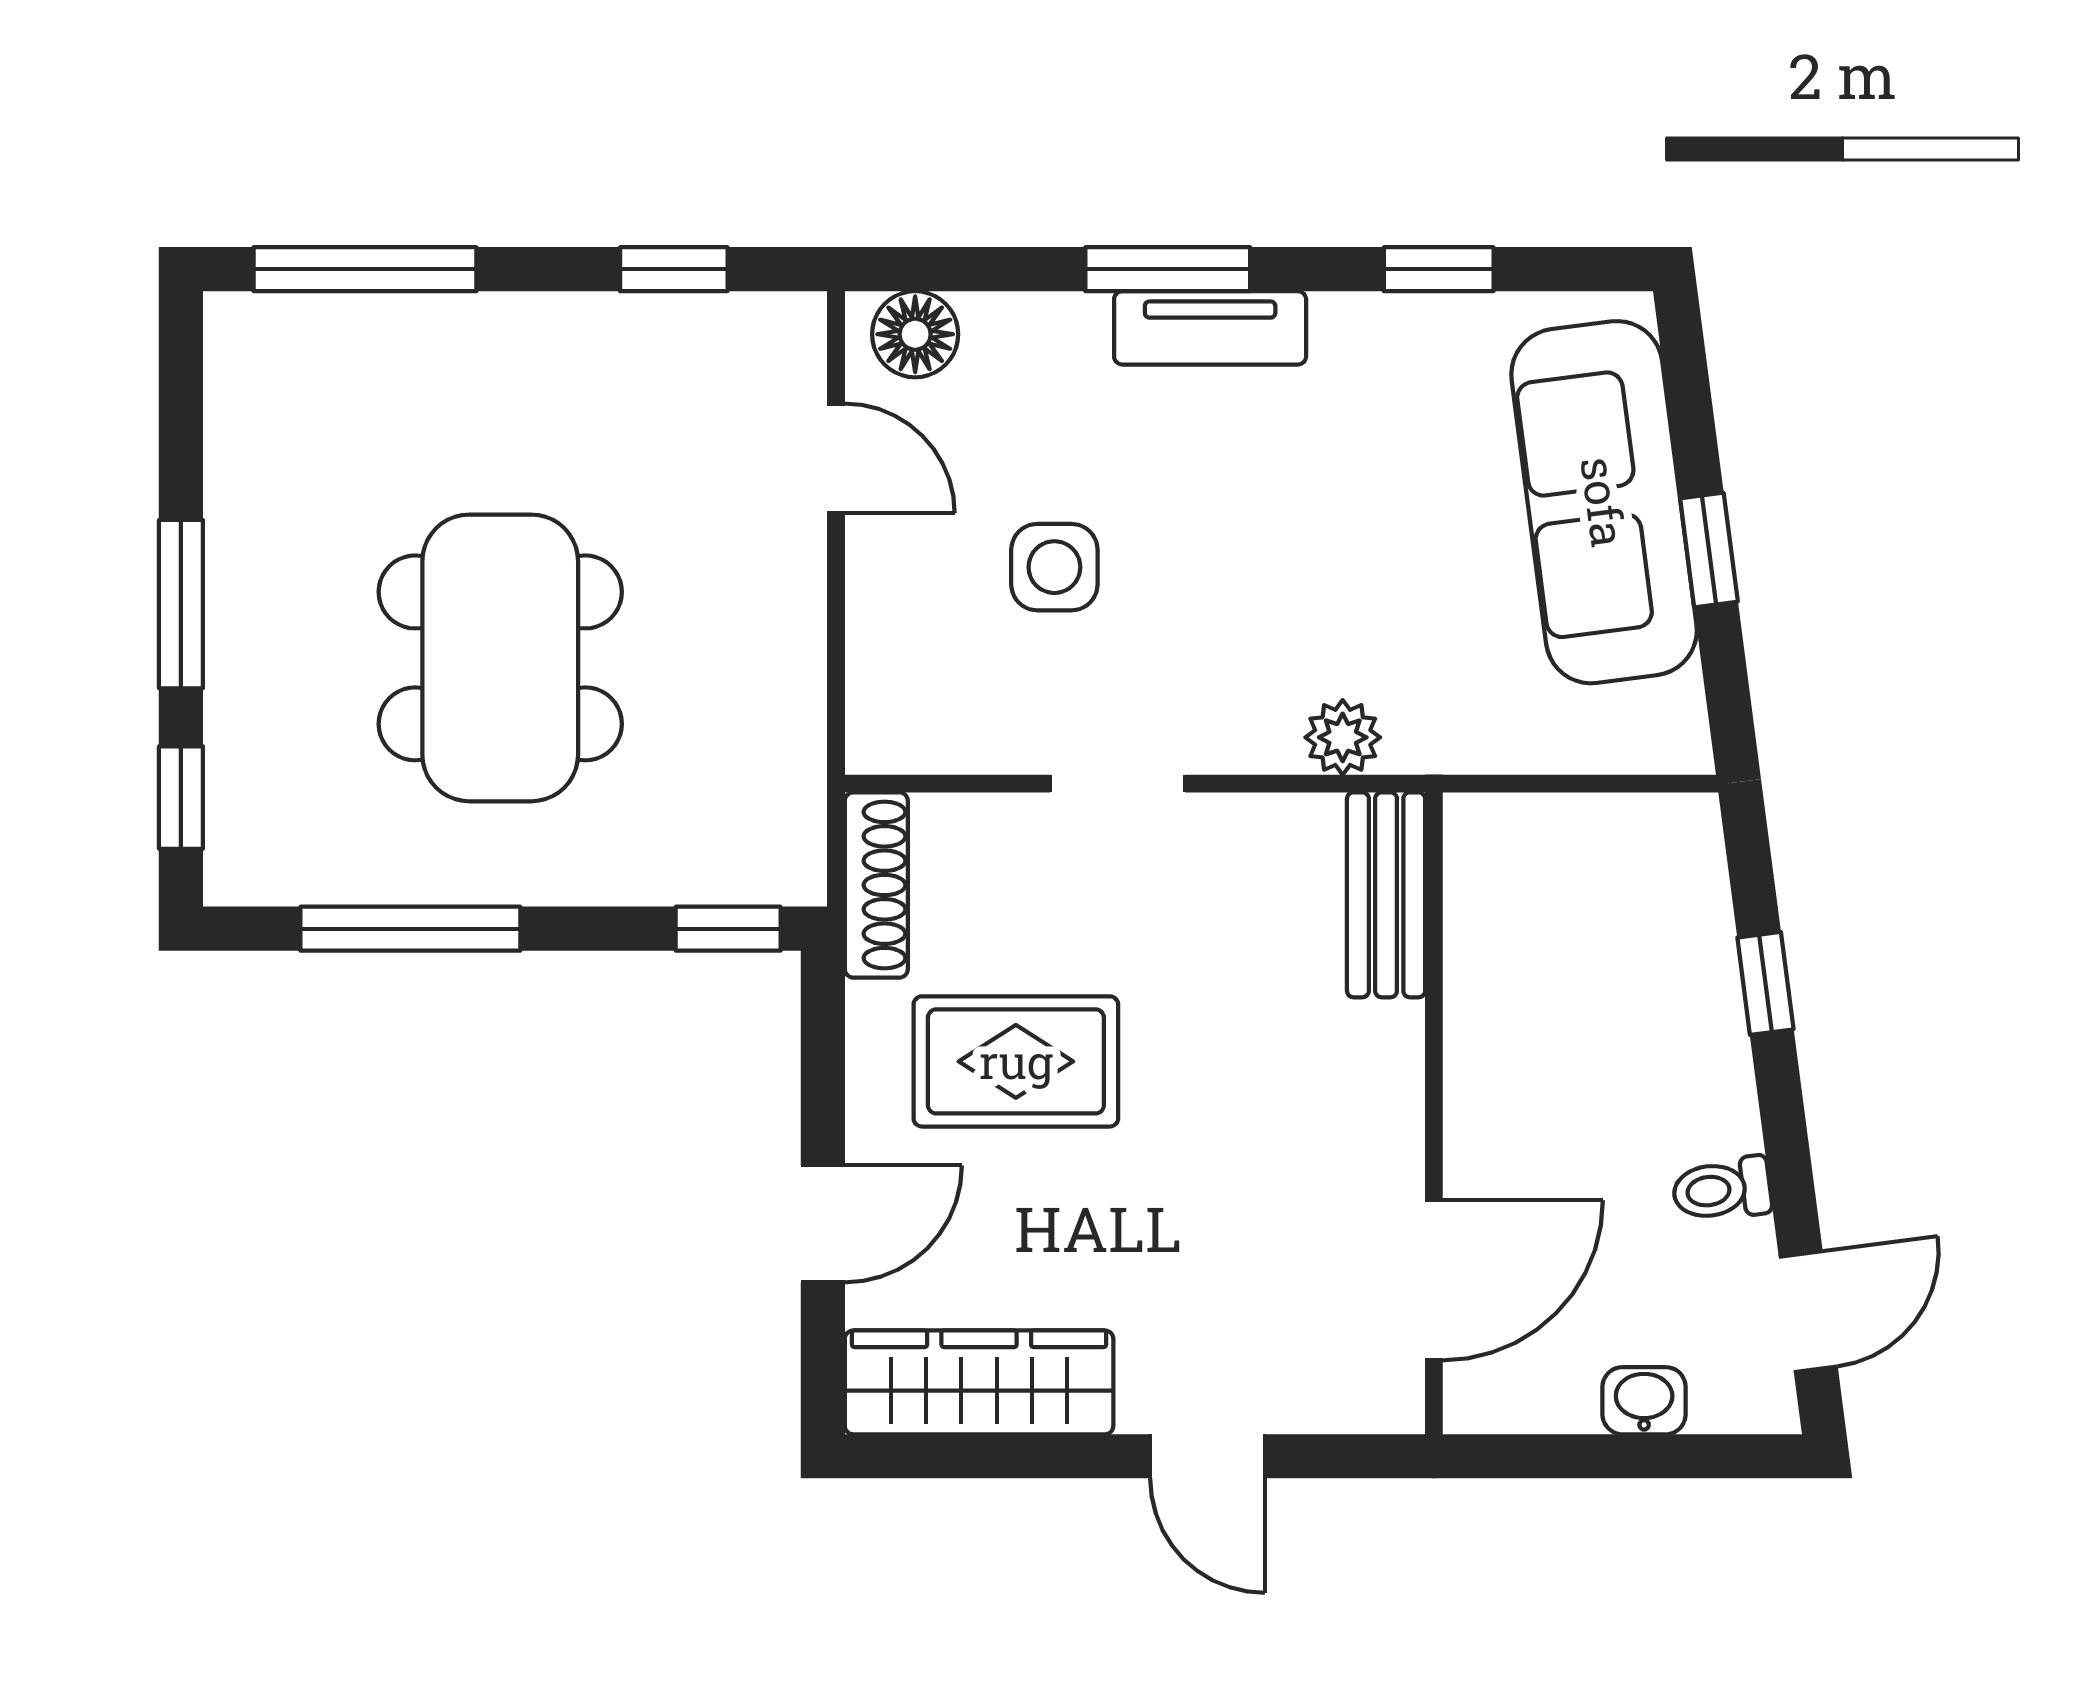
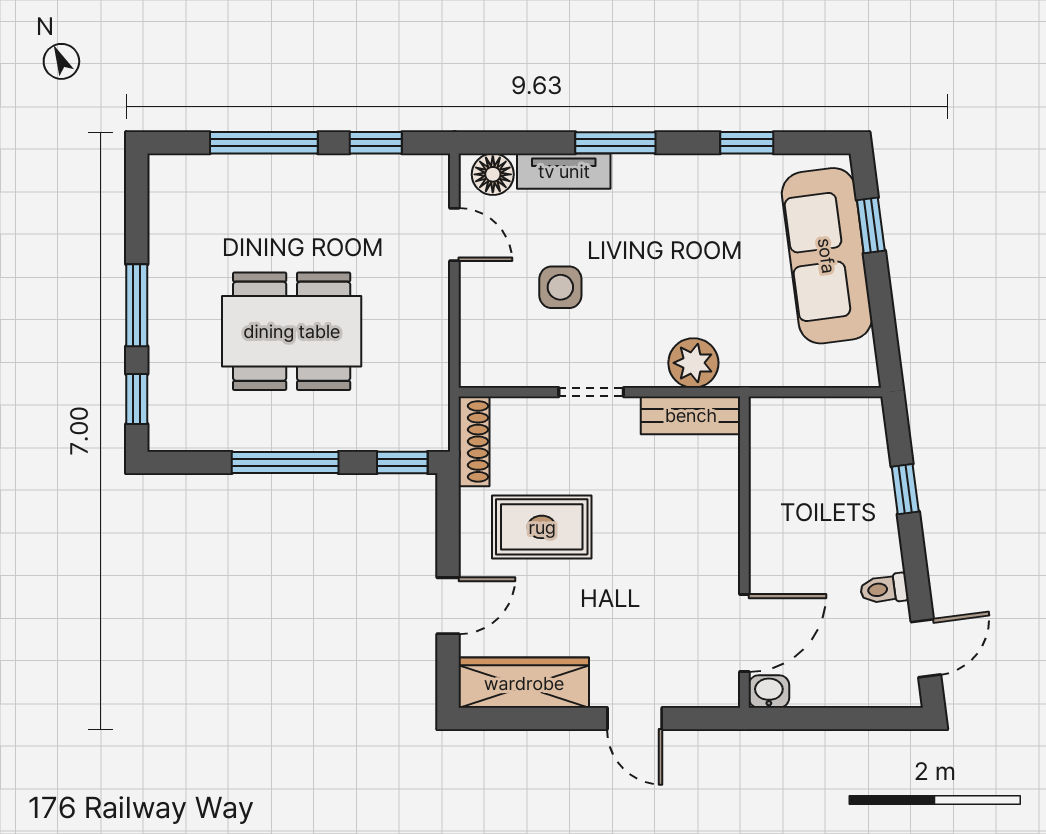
window: (365, 269) -> (264, 143), moved
tv unit: (1210, 328) -> (564, 171), moved
window: (1709, 550) -> (871, 225), moved
dining table: (500, 658) -> (292, 331), turned 90
plant: (1343, 737) -> (693, 363), width x1.38, depth x1.38
bench: (1386, 895) -> (691, 415), moved, turned 90
window: (410, 929) -> (285, 463), moved
washbasin: (1644, 1401) -> (769, 691), moved

